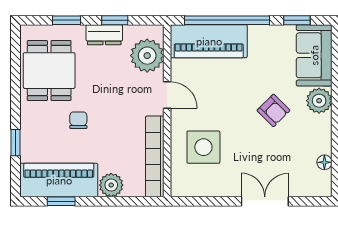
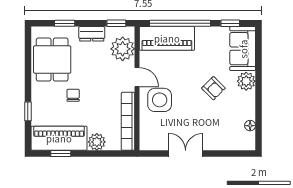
window: (115, 20) -> (116, 23), moved
side table: (203, 147) -> (160, 100), moved
double door: (265, 201) -> (186, 154), moved

